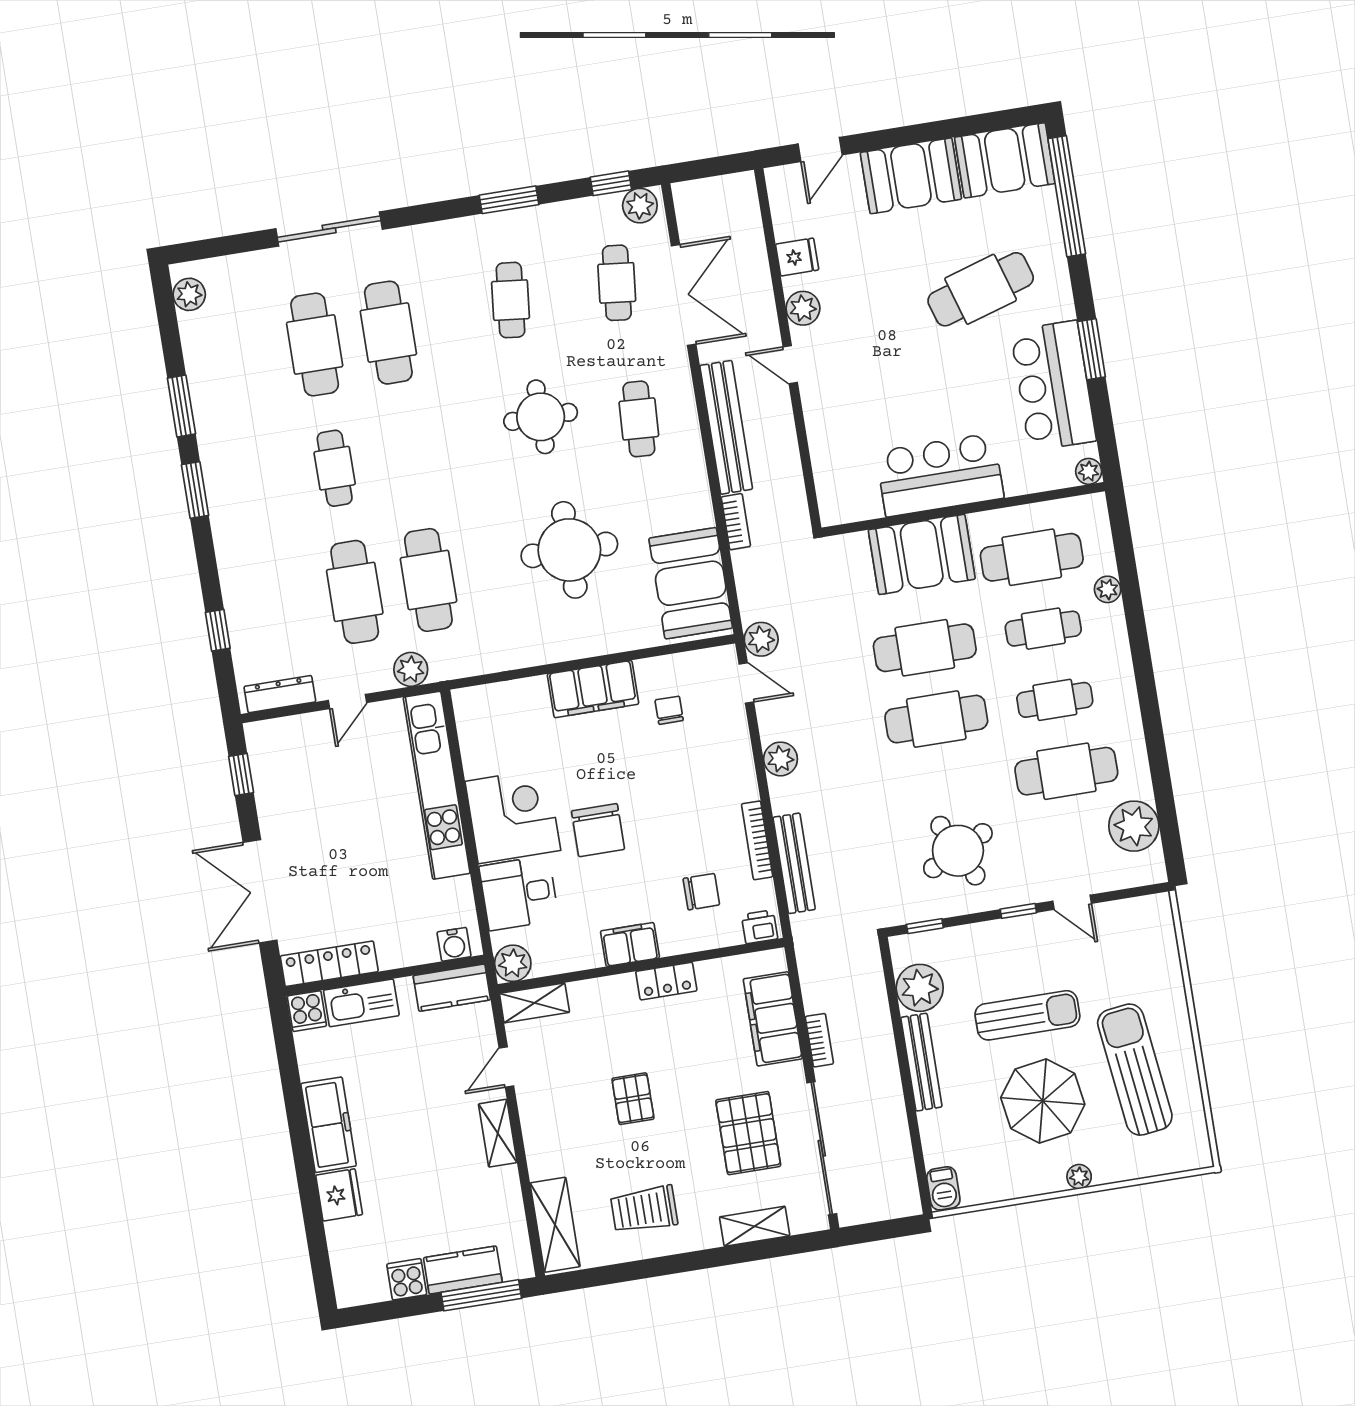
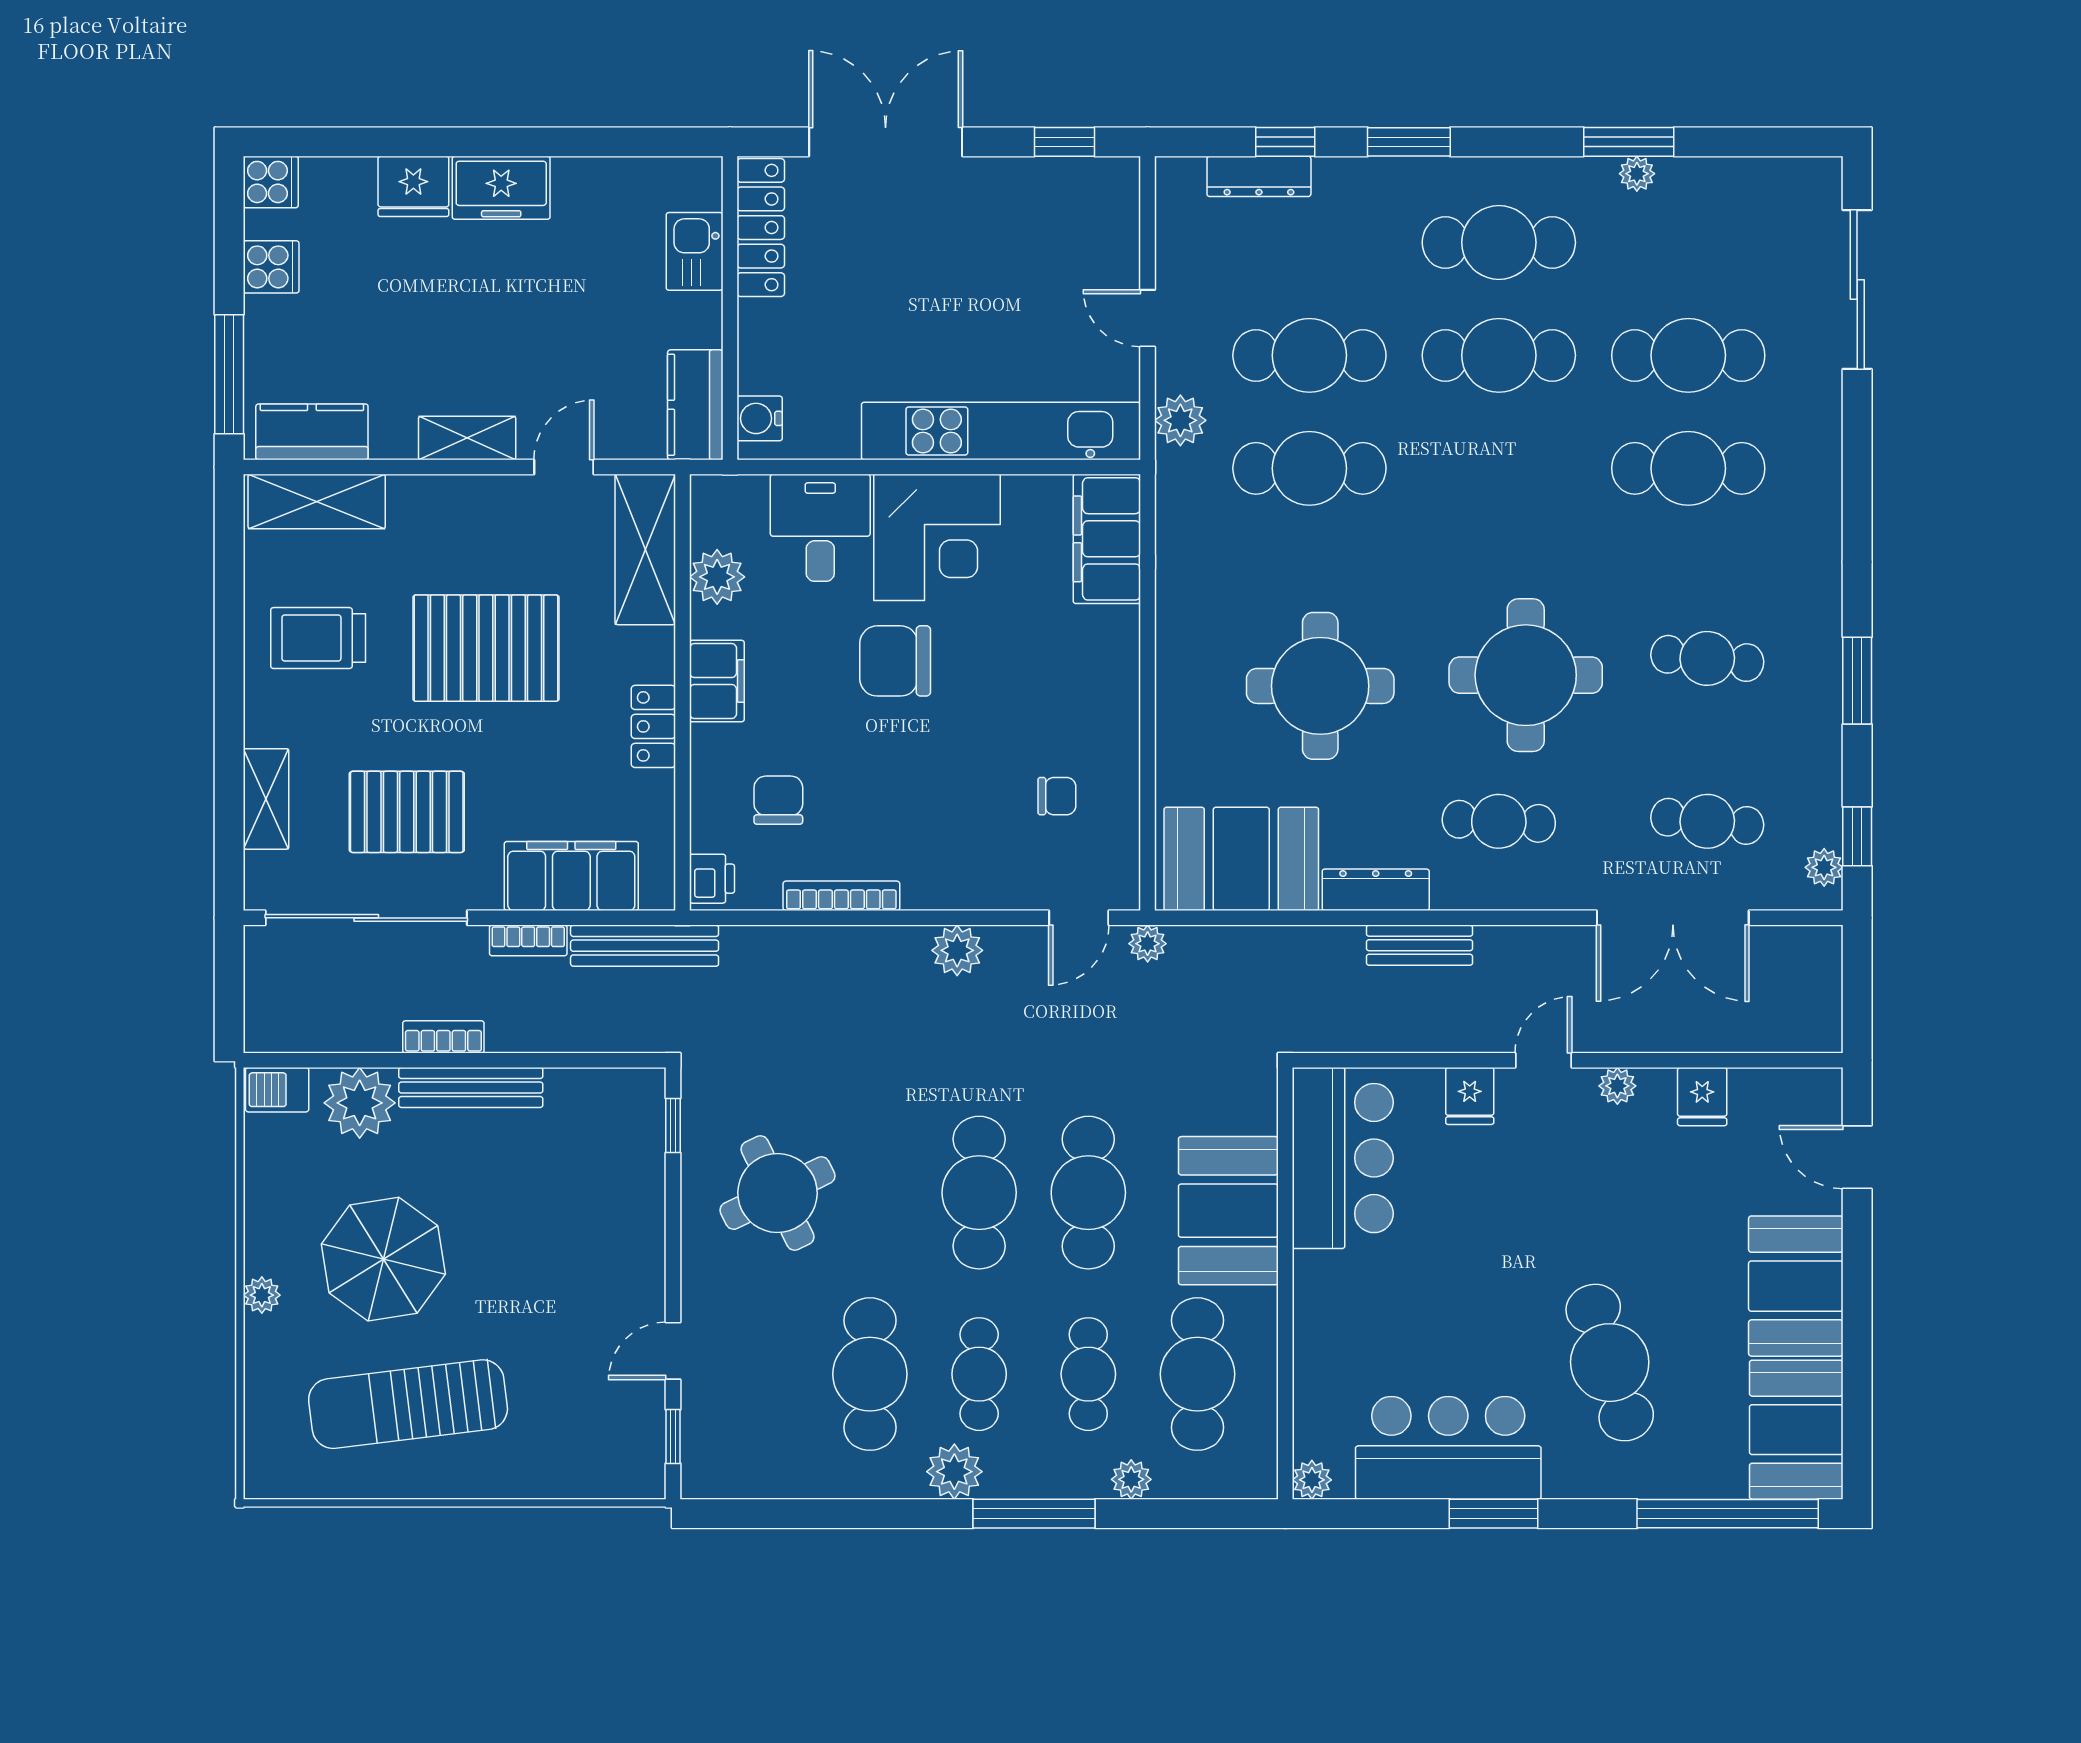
plant: (640, 206) -> (1824, 867), width x0.73, depth x0.73
sliding door: (329, 229) -> (1857, 290), moved
plant: (189, 294) -> (1637, 174), moved, width x0.73, depth x0.73
plant: (803, 308) -> (1617, 1086), width x0.73, depth x0.73
fridge: (821, 409) -> (1470, 1096), added
round table: (541, 417) -> (1526, 675), width x1.36, depth x1.36
bench: (726, 427) -> (1419, 945), width x0.54, depth x0.82
cafe table: (335, 468) -> (1499, 355), width x1.37, depth x1.35
bar counter: (940, 475) -> (1343, 1158), moved
cafe table: (261, 480) -> (1499, 242), added
window: (195, 490) -> (1409, 142), moved
dresser: (697, 492) -> (1376, 890), added
bookcase: (736, 522) -> (443, 1037), moved, turned 180
plant: (761, 639) -> (1148, 944), width x0.73, depth x0.73
window: (1140, 649) -> (1034, 1514), added
filing cabinet: (593, 689) -> (1107, 539), moved
dresser: (280, 694) -> (1259, 176), moved, turned 90
plant: (1134, 826) -> (954, 1472), moved, width x0.73, depth x0.73
bench: (794, 863) -> (645, 946), moved
chair: (701, 892) -> (778, 800), turned 180
window: (1018, 911) -> (673, 1436), moved
plant: (513, 963) -> (717, 577), moved
plant: (920, 988) -> (360, 1103), moved
kitchen sink: (361, 1003) -> (695, 251), width x0.73
shelving: (534, 1003) -> (645, 549), width x1.50, depth x1.33
cooker: (307, 1011) -> (271, 182), moved, turned 180
sun lounger: (1027, 1015) -> (515, 1257), removed
door: (506, 1067) -> (564, 467), hinge flipped
sun lounger: (1135, 1070) -> (408, 1404), turned 180
pallet: (633, 1099) -> (486, 648), width x2.05, depth x2.00
freezer: (329, 1125) -> (501, 188), width x0.71
trolley: (644, 1209) -> (318, 638), turned -90
kitchen counter: (463, 1270) -> (312, 432), moved, turned -90

